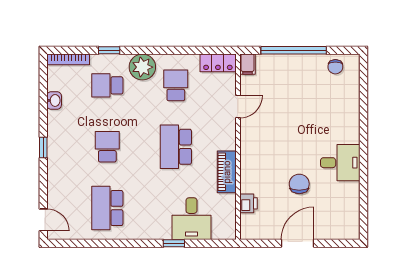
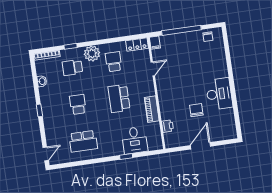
desk: (340, 163) -> (219, 94), width x1.37
school desk: (107, 208) -> (83, 141), turned -90
door: (43, 220) -> (46, 154), hinge flipped

